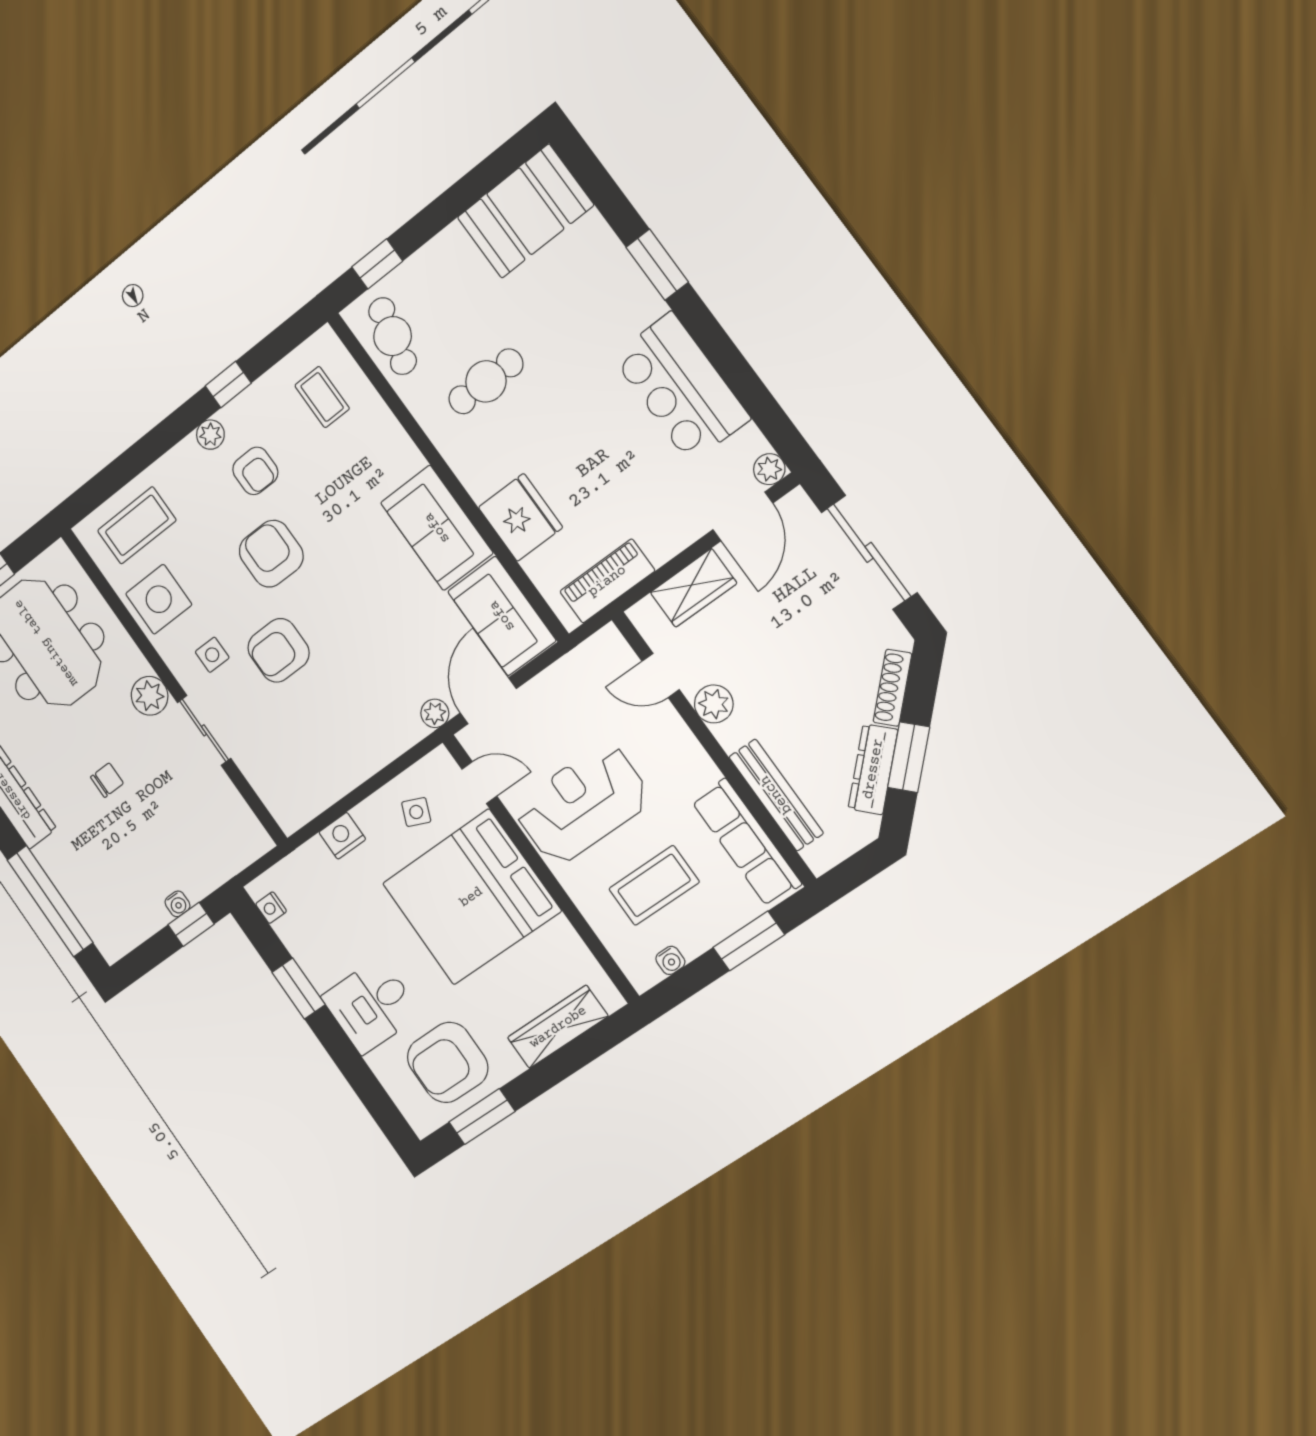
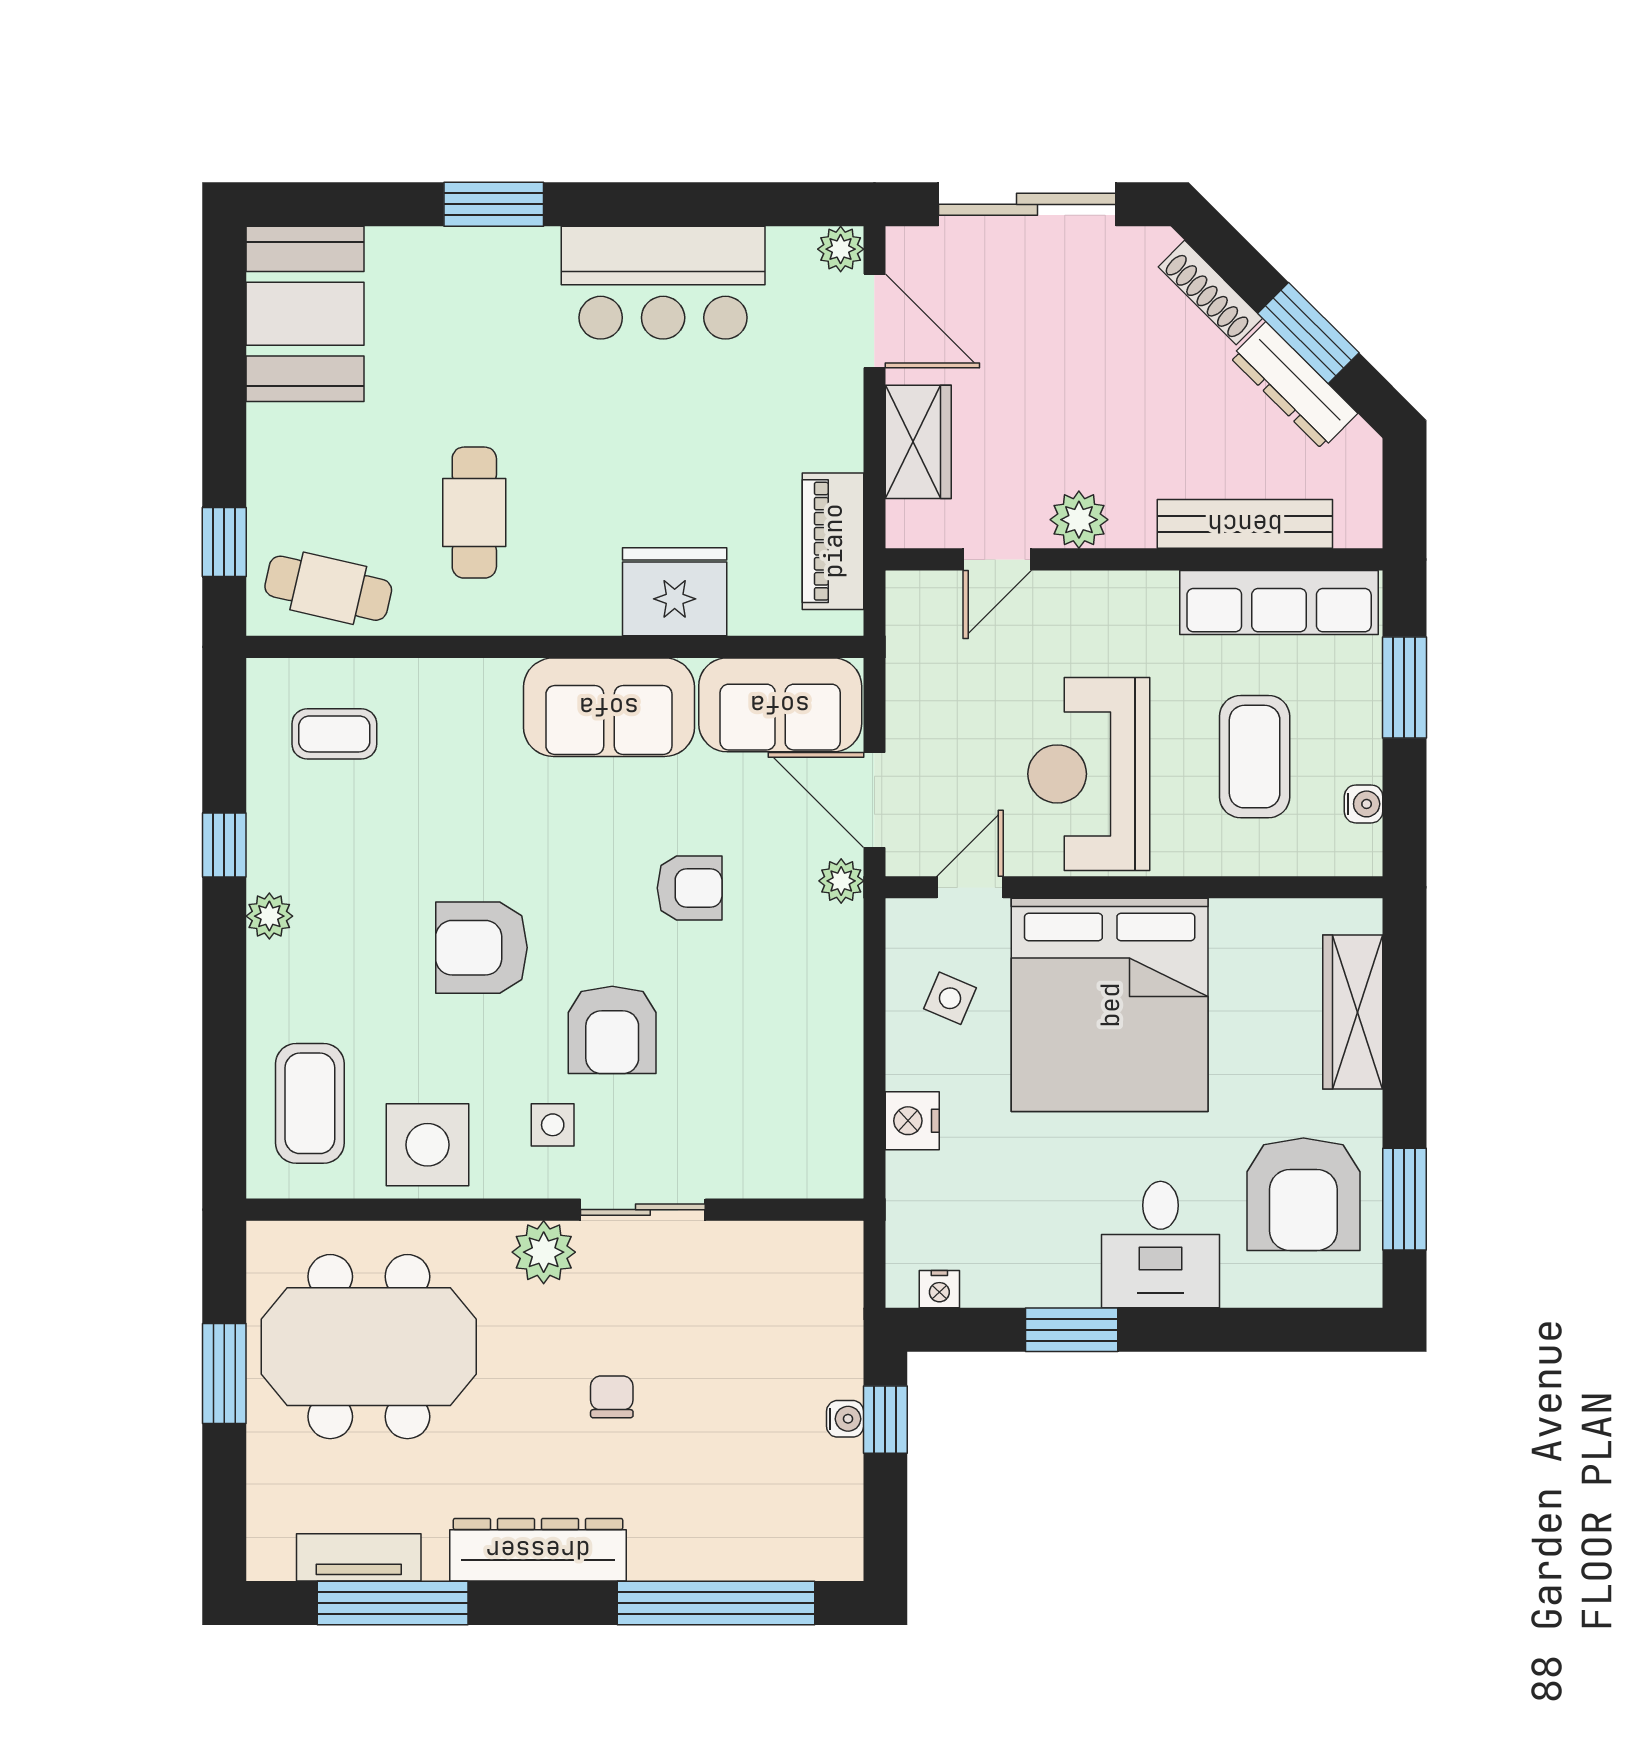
armchair: (255, 471) -> (690, 888), moved

